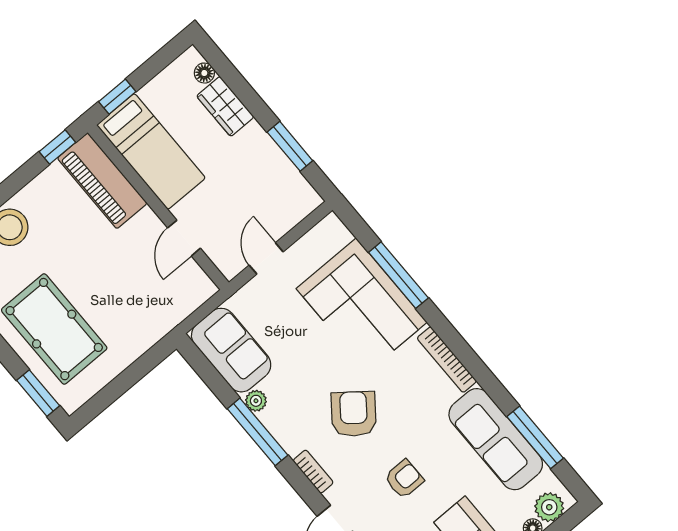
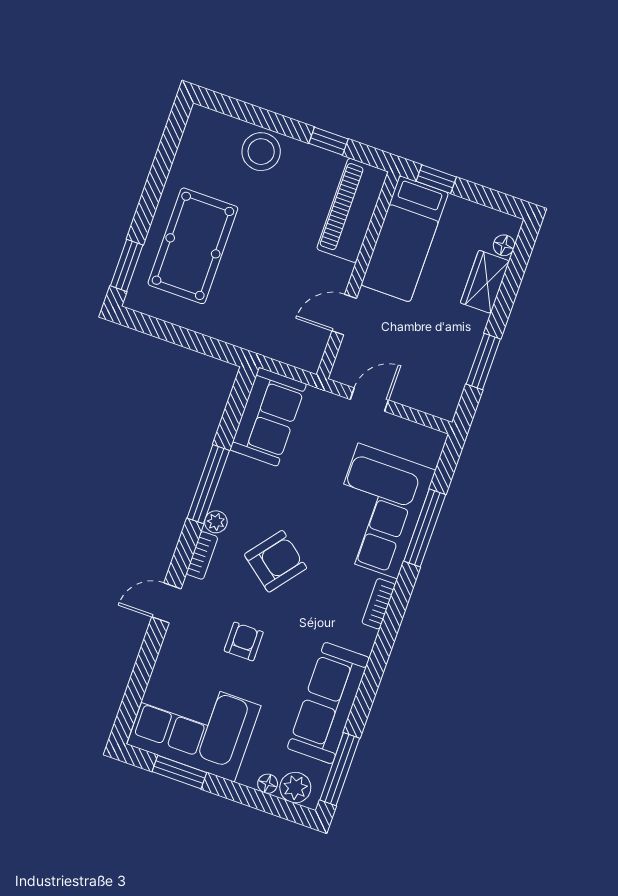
window: (57, 147) -> (328, 141), moved
bookcase: (447, 360) -> (379, 604), width x0.64
plant: (256, 401) -> (216, 522), moved
window: (535, 437) -> (340, 769), moved
armchair: (404, 479) -> (244, 641), turned -90

